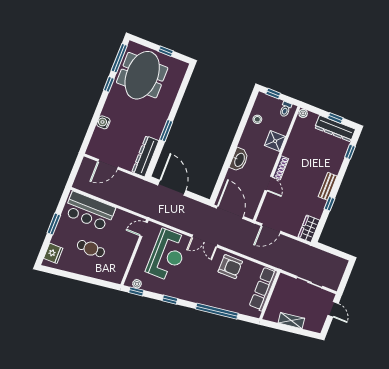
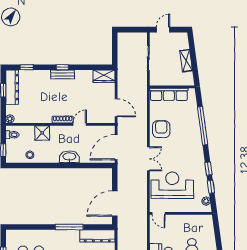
window: (166, 131) -> (69, 227), width x1.44
window: (330, 204) -> (62, 67), moved
window: (136, 291) -> (211, 187), moved

